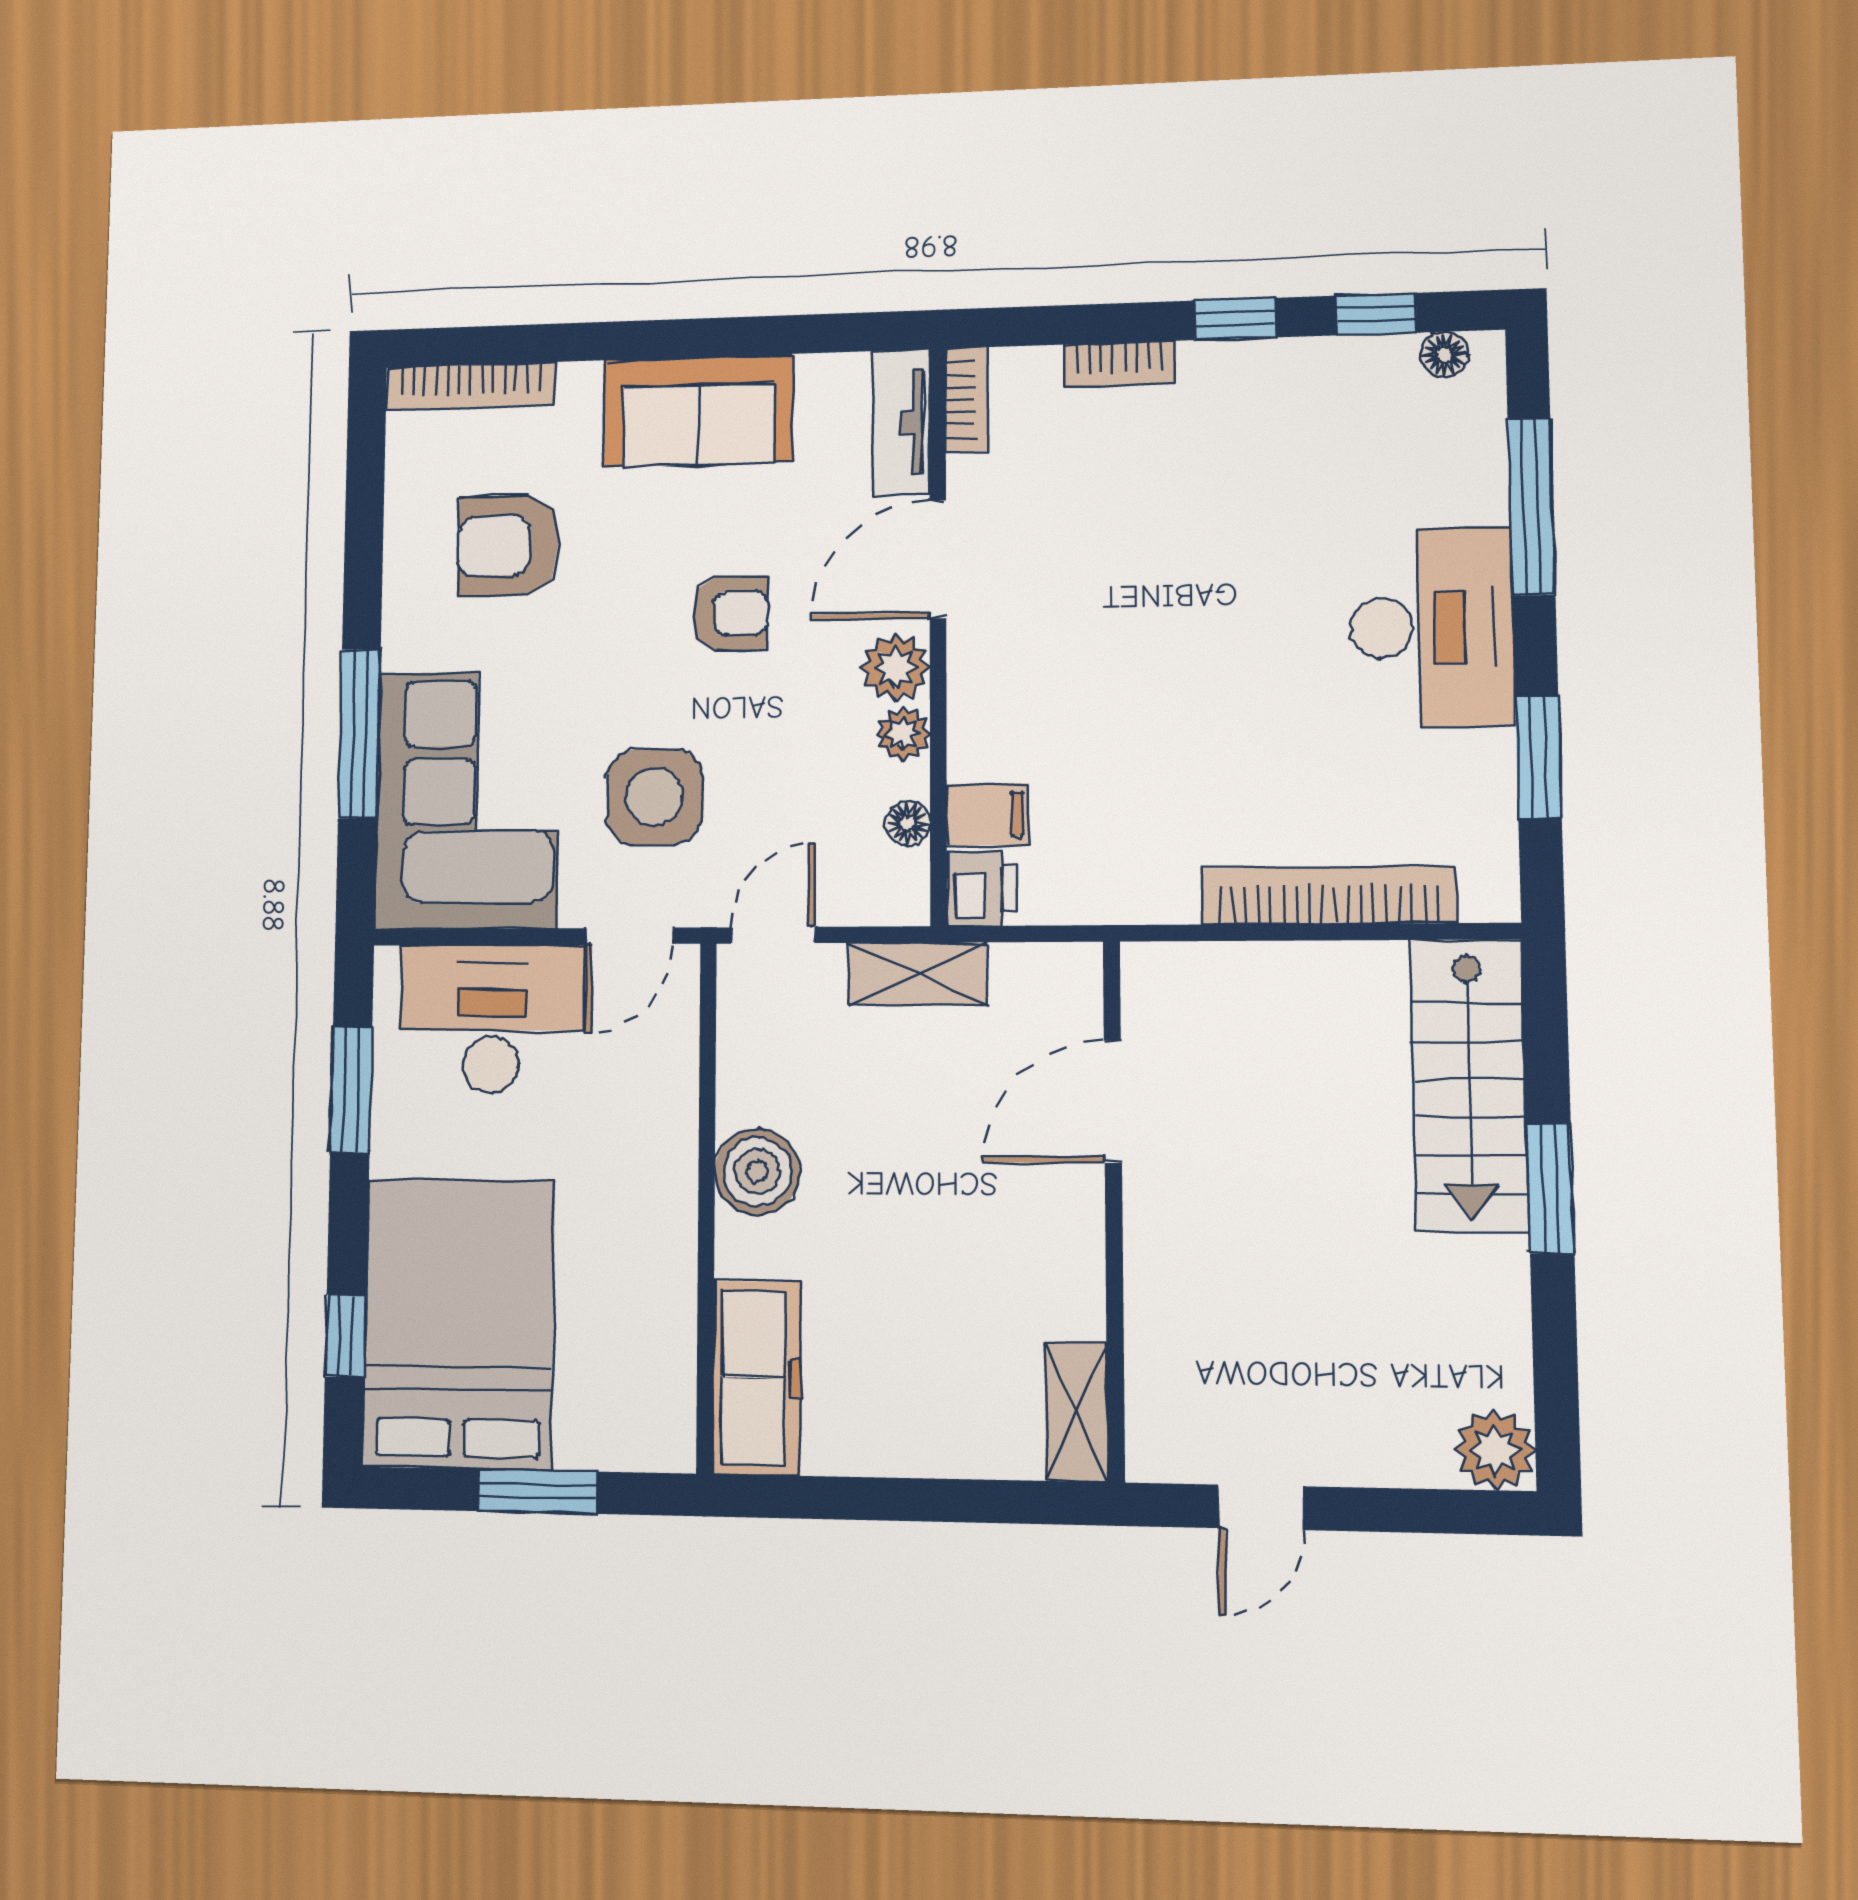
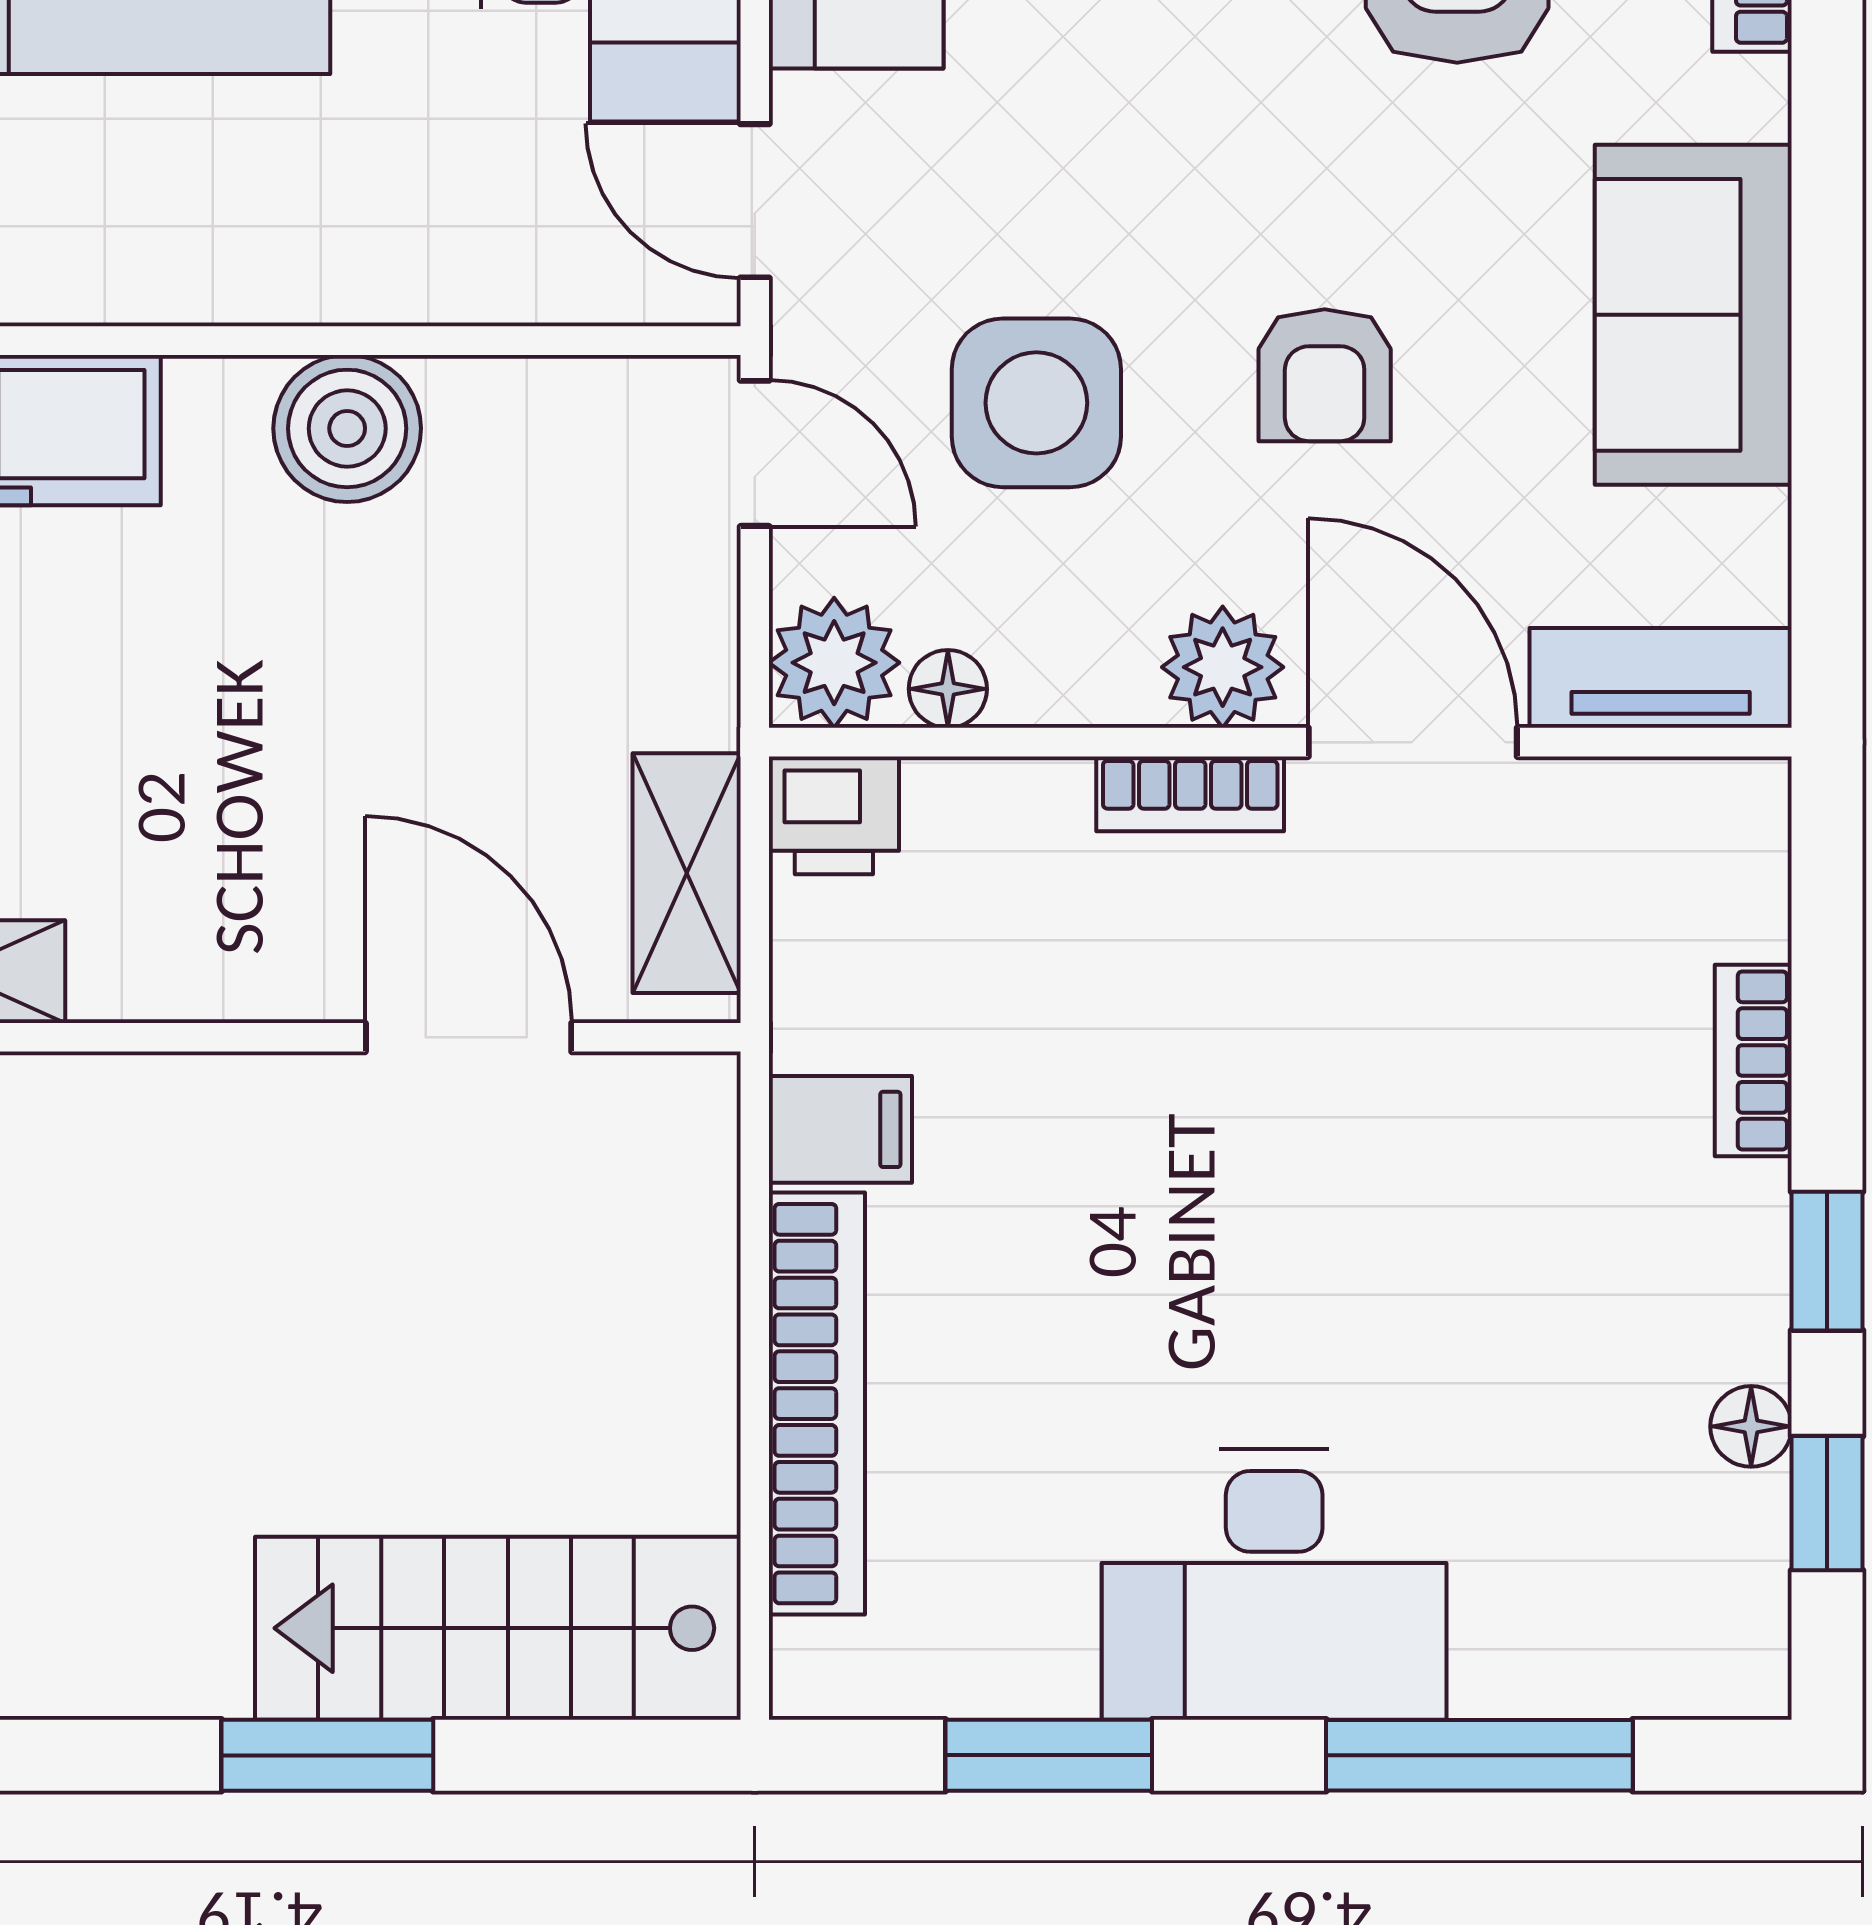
floor lamp: (1444, 355) -> (1751, 1426), moved
bookcase: (967, 400) -> (1190, 794), moved
plant: (903, 734) -> (834, 663), moved, width x1.38, depth x1.38
side table: (654, 797) -> (1036, 403), moved
filing cabinet: (988, 814) -> (840, 1129), moved, turned -90
shelving: (918, 974) -> (687, 873), moved

